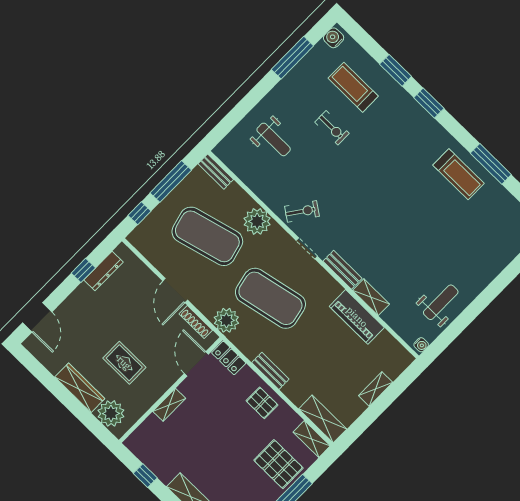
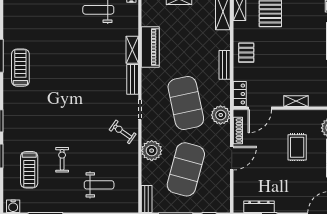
weight bench: (274, 139) -> (99, 185), turned 90
exercise mat: (207, 236) -> (186, 169), turned 30

